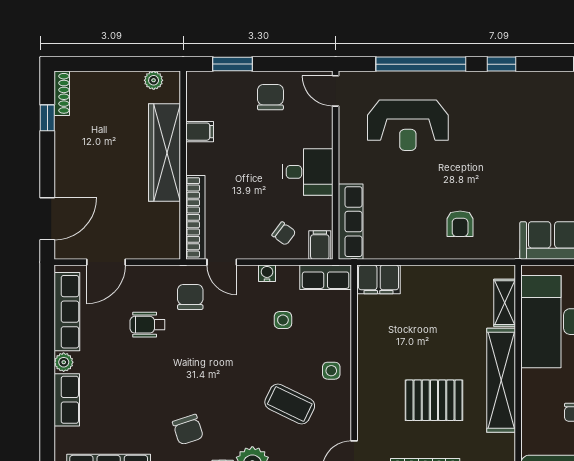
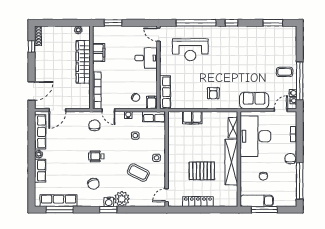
chair: (270, 97) -> (130, 37), removed
filing cabinet: (200, 132) -> (99, 53), width x2.00
desk: (308, 172) -> (146, 58), moved
filing cabinet: (379, 279) -> (192, 118), moved
wheelchair: (147, 325) -> (96, 156), moved

